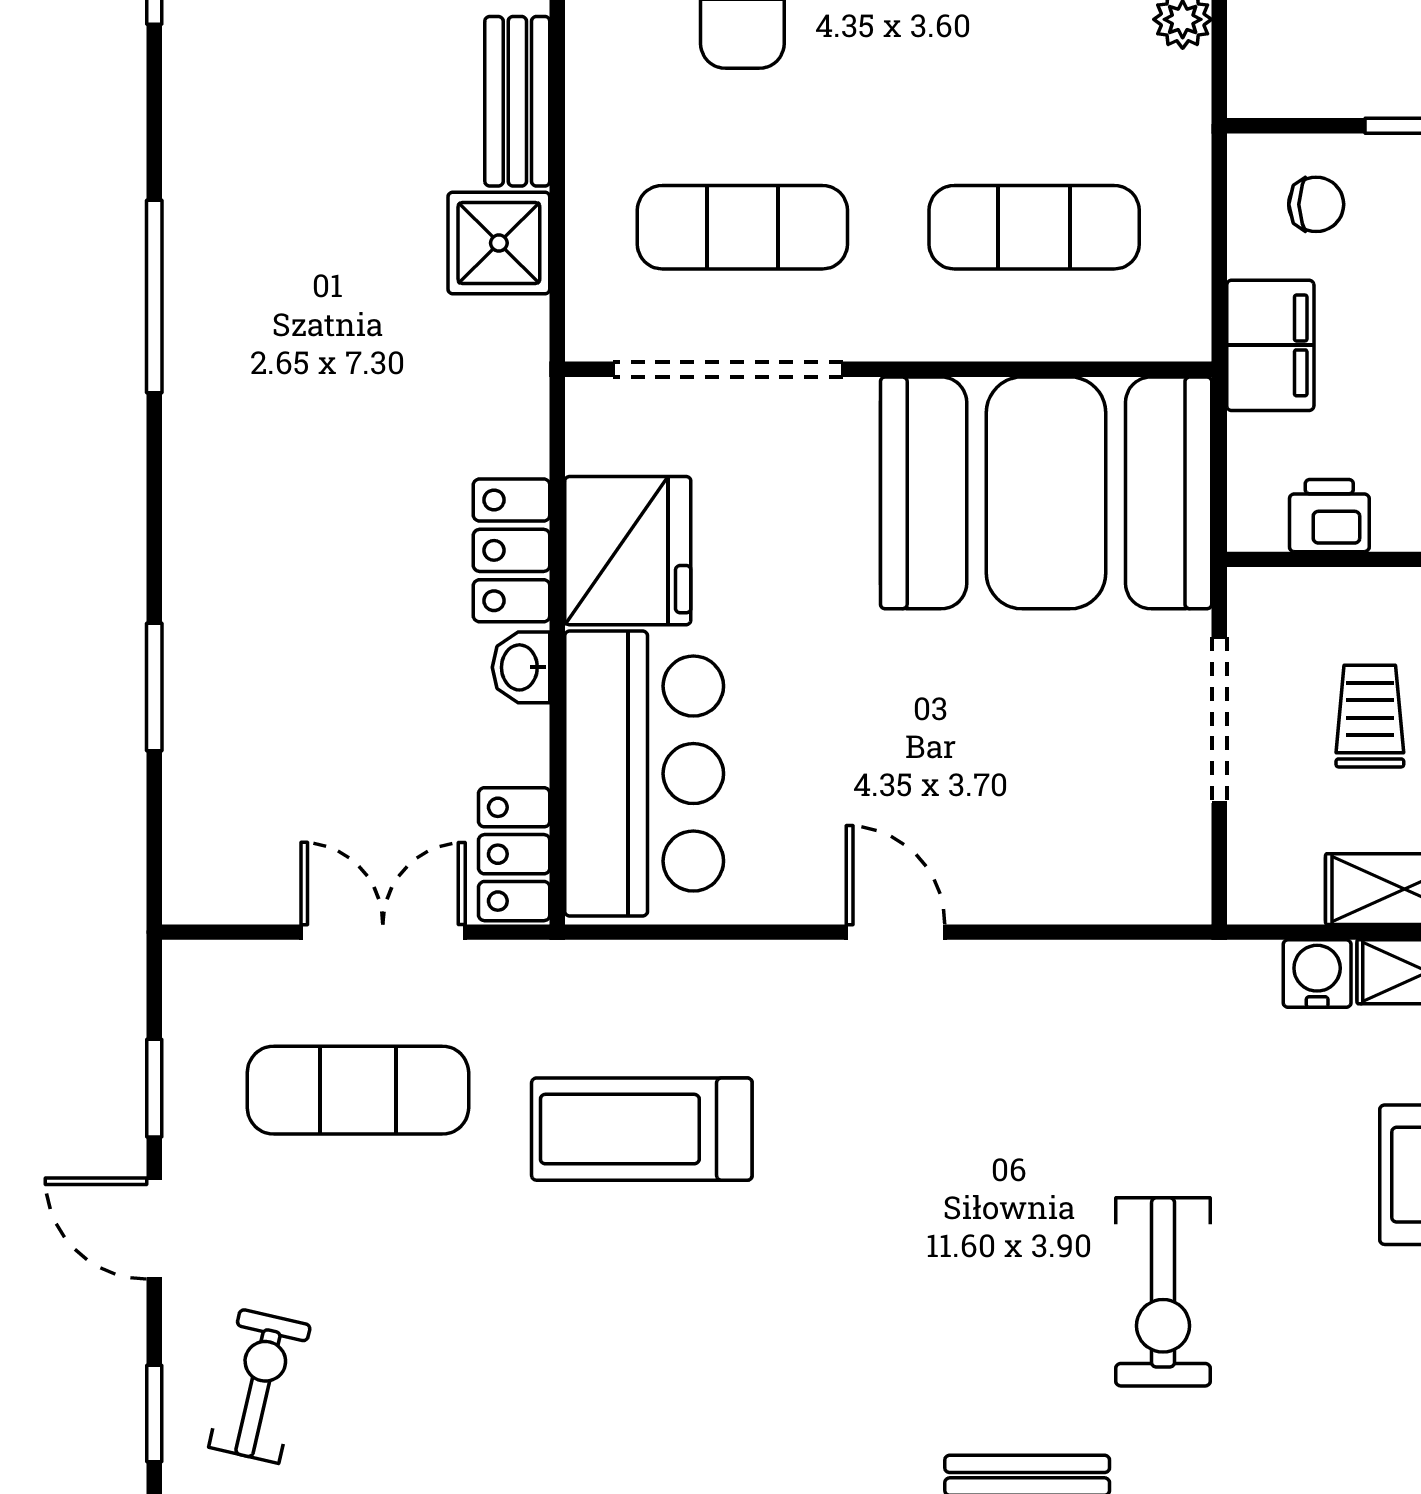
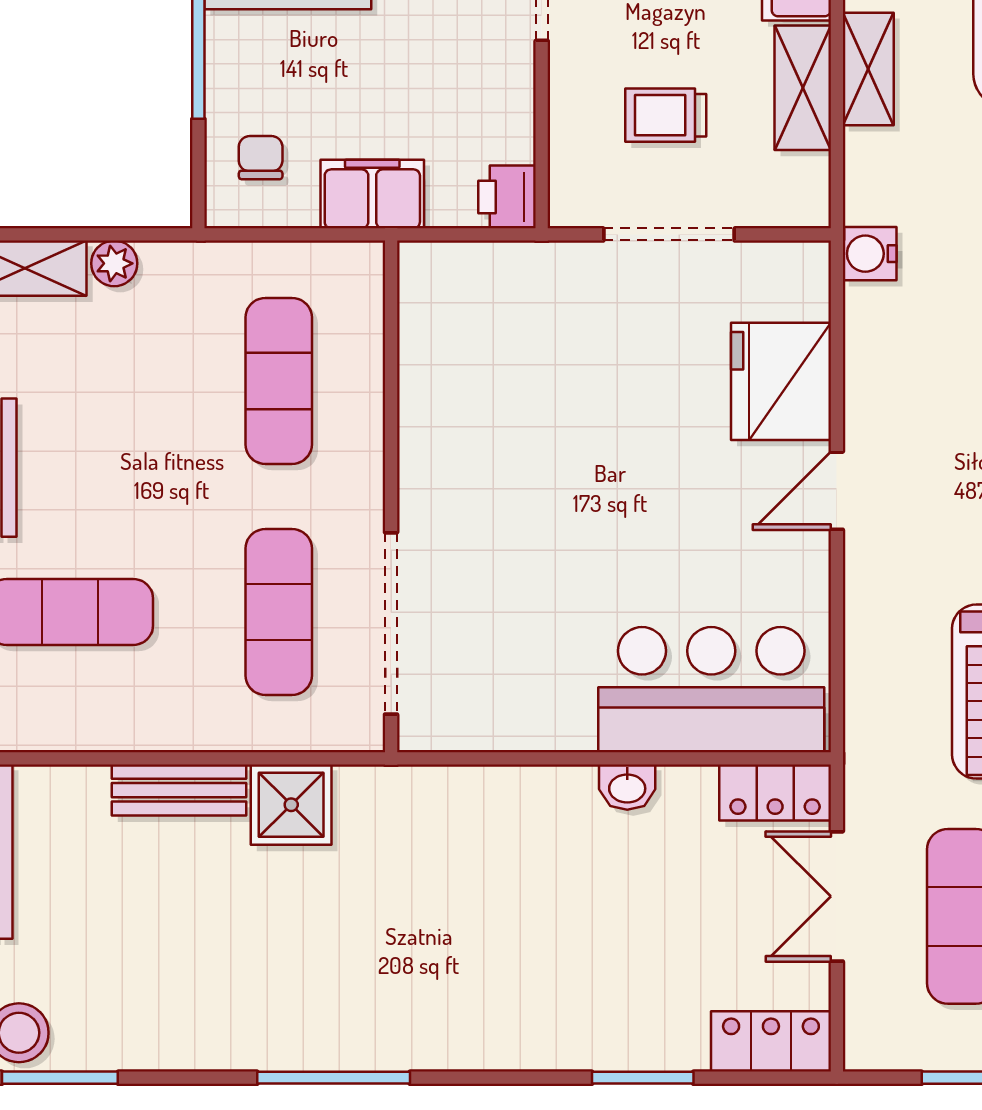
booth: (1046, 493) -> (489, 372), removed
printer: (1329, 516) -> (507, 197), moved
locker: (512, 550) -> (771, 1041), moved, turned 180
fridge: (628, 551) -> (781, 381), moved, turned -90
water cooler: (1317, 974) -> (870, 254), moved

